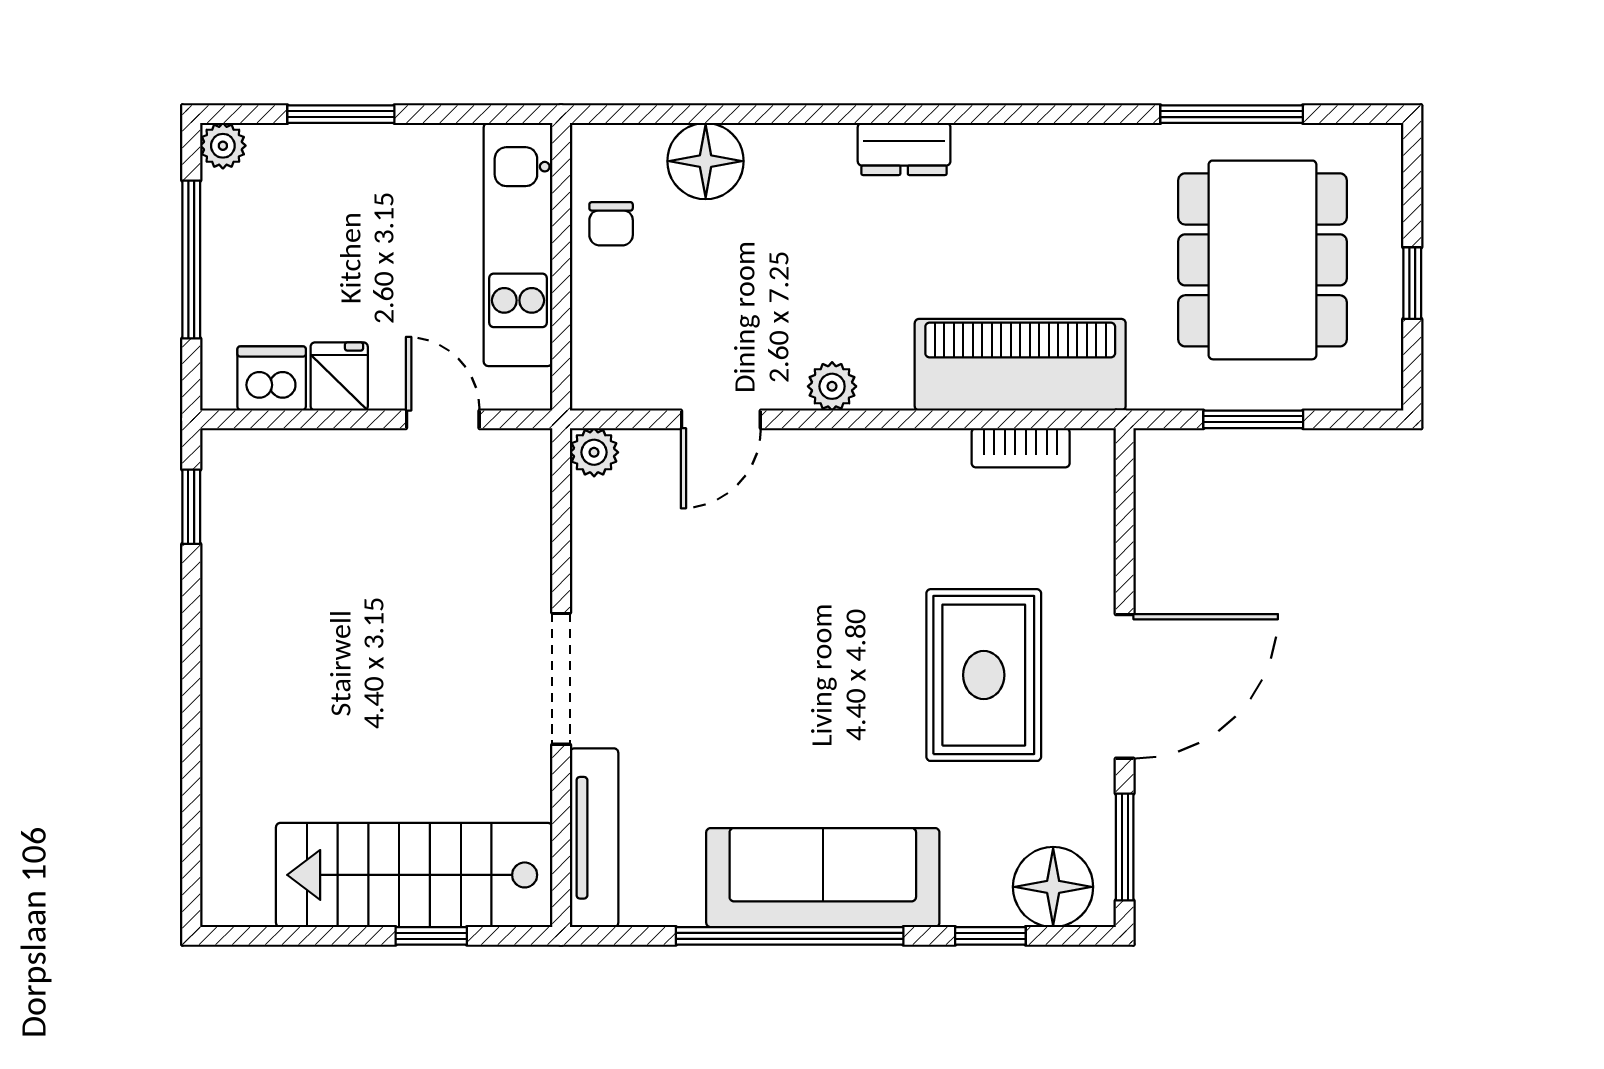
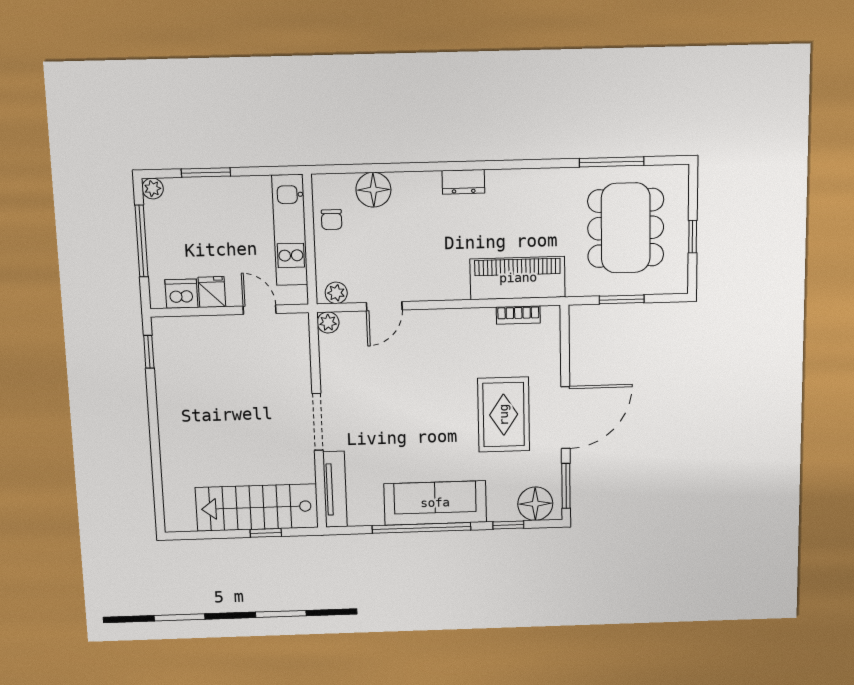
plant: (832, 386) -> (336, 293), moved

